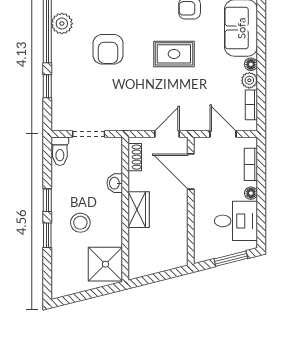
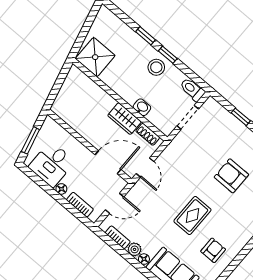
wardrobe: (139, 210) -> (124, 119), moved
stool: (80, 223) -> (156, 67), moved

